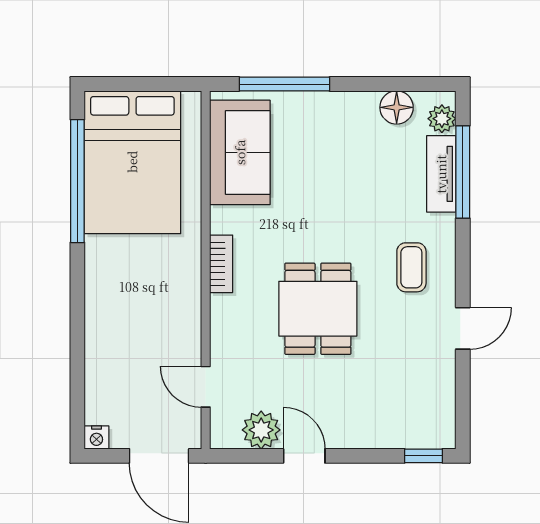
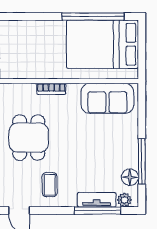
window: (284, 84) -> (142, 161), moved
coffee table: (411, 267) -> (50, 185), turned 90
dining table: (318, 309) -> (29, 138), turned 90

